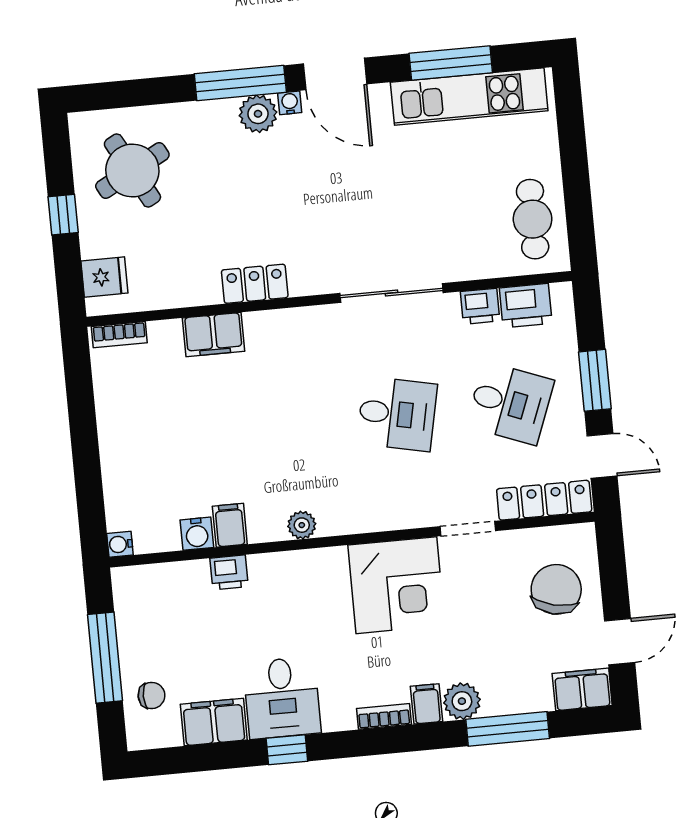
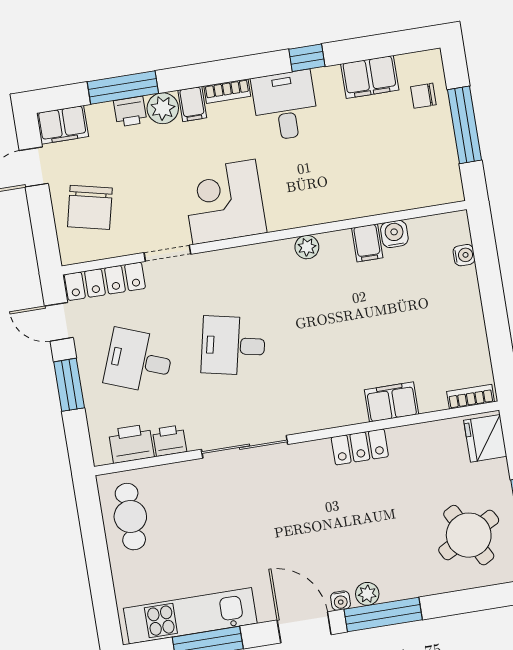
plant: (258, 114) -> (367, 594), width x0.73, depth x0.73
fridge: (104, 277) -> (485, 438), width x1.38
water cooler: (120, 544) -> (464, 255), moved
printer: (229, 572) -> (130, 111), moved, turned 180
desk: (282, 698) -> (285, 106), moved

